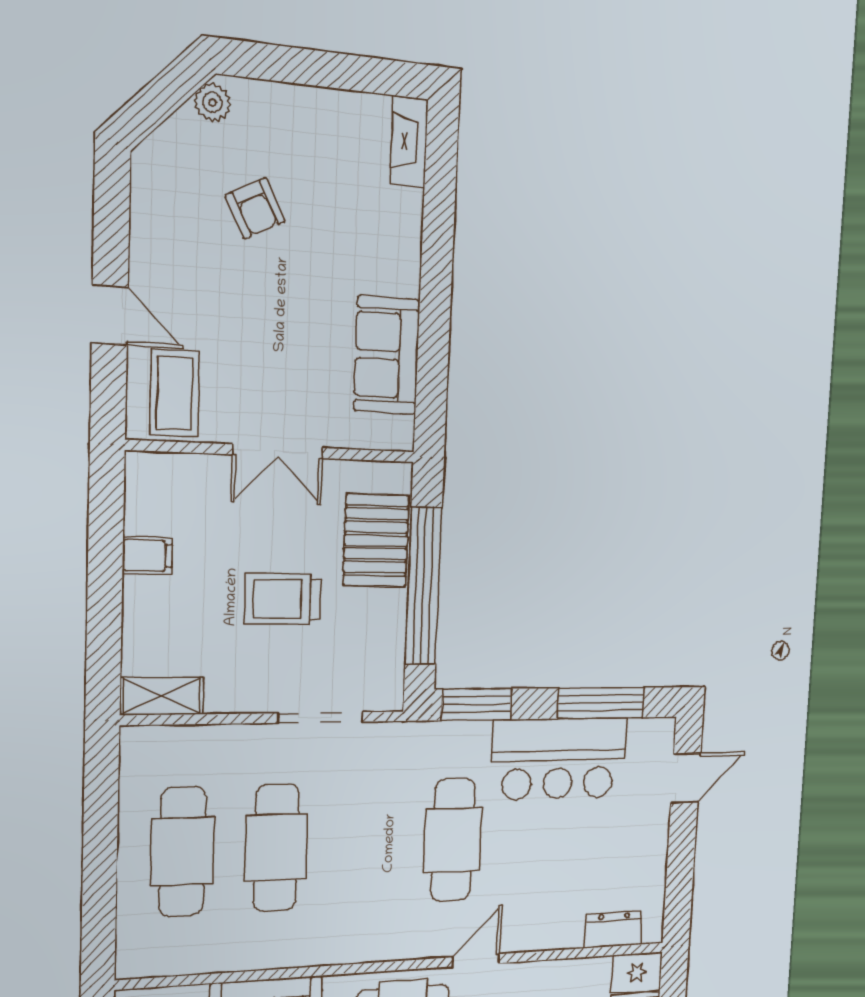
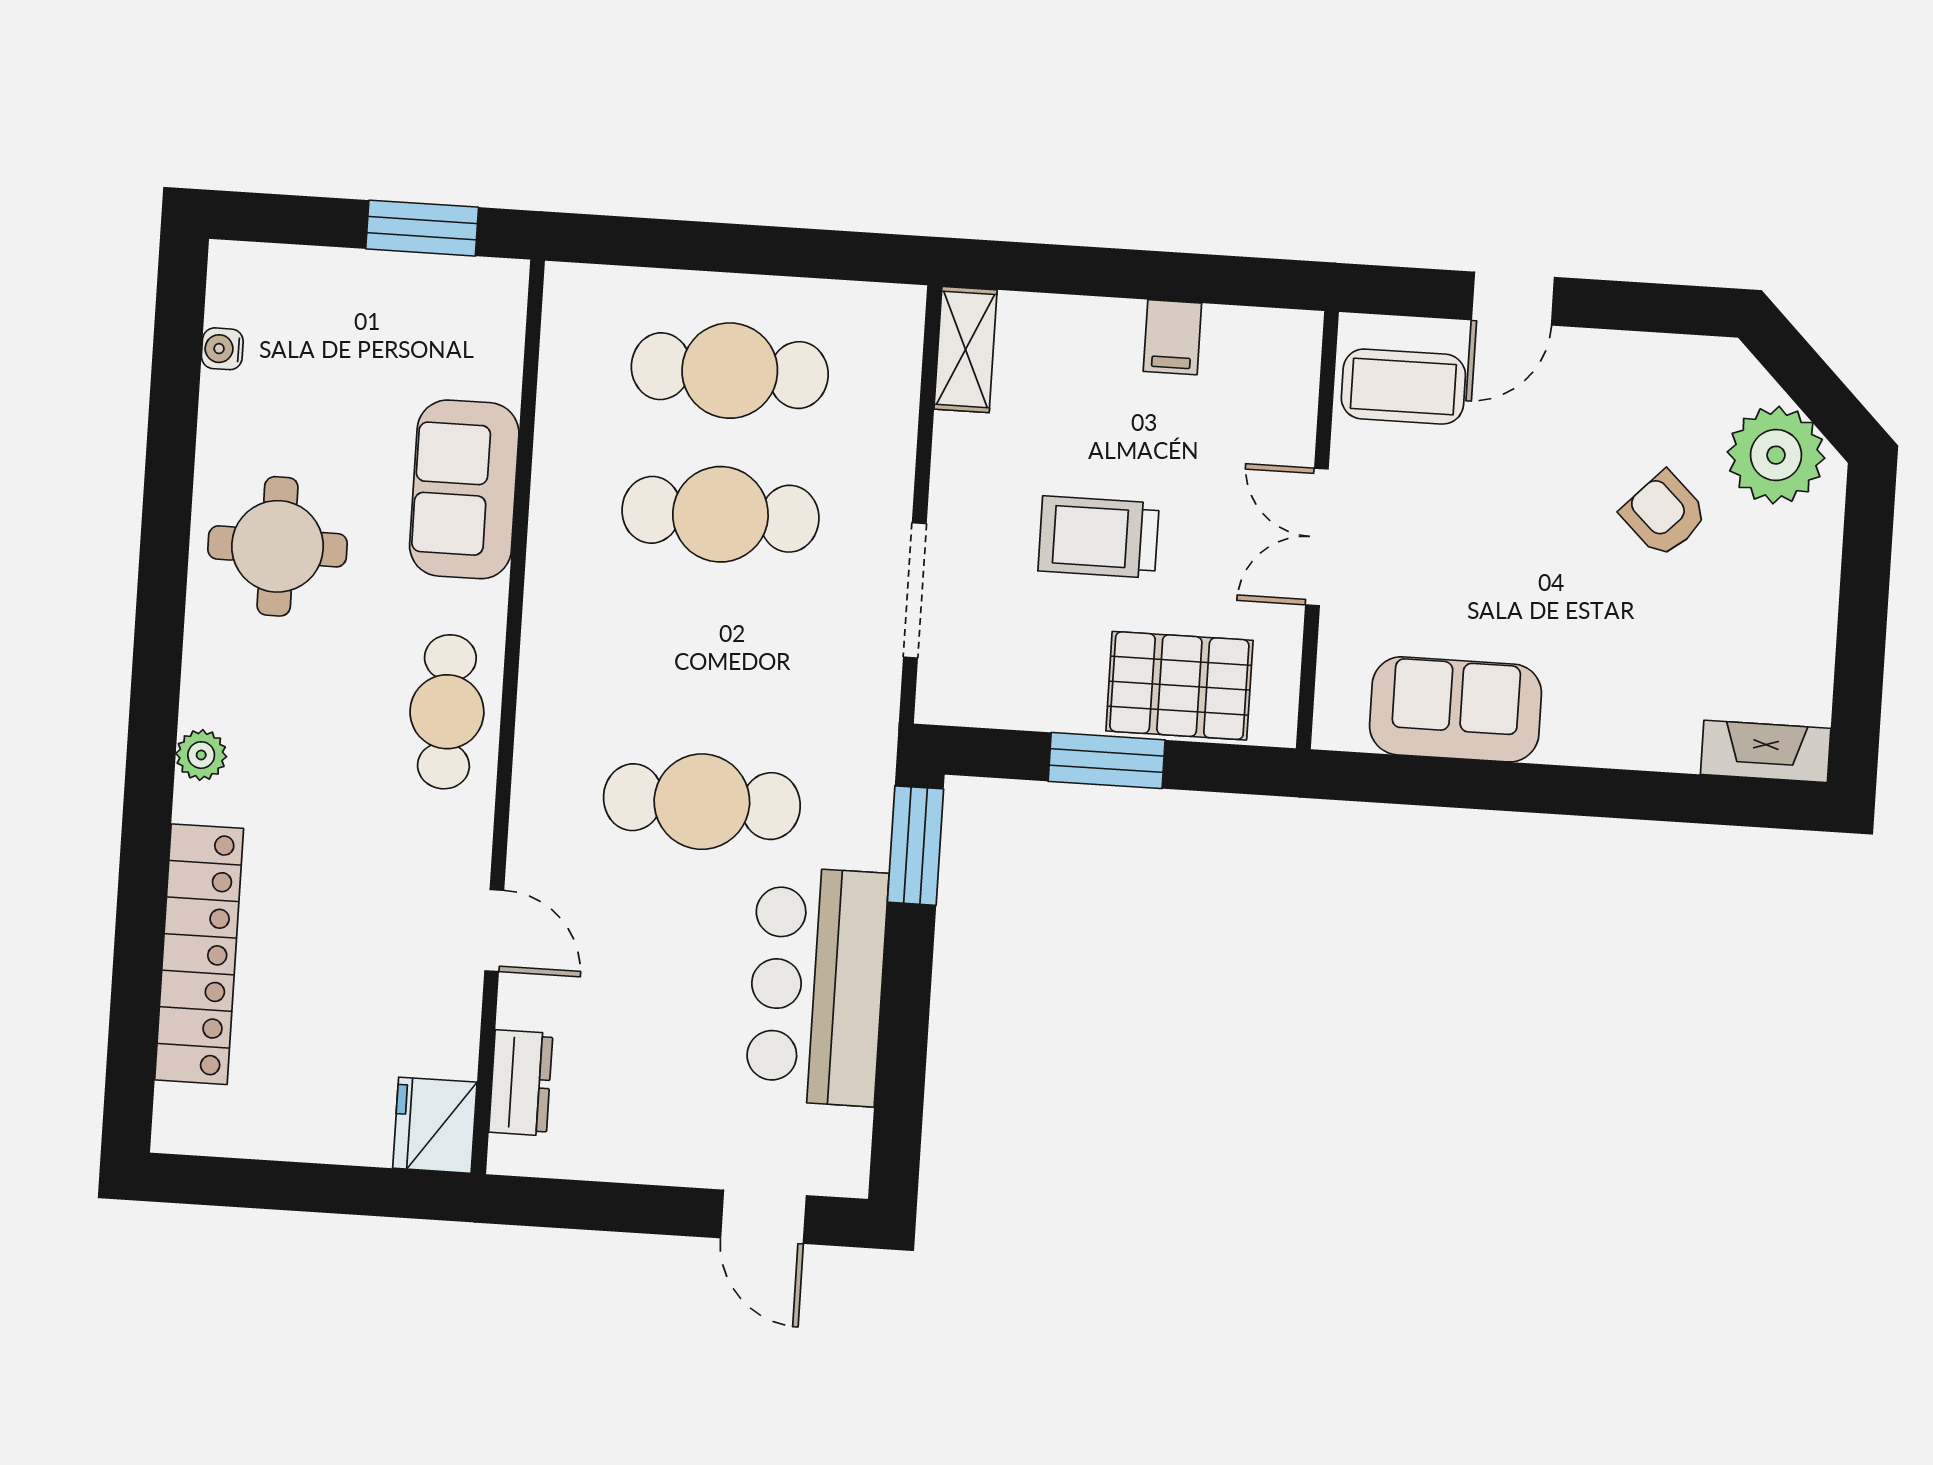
plant: (212, 102) -> (1776, 455), width x1.88, depth x1.88
armchair: (255, 208) -> (1664, 514), turned 71
window: (423, 586) -> (1107, 761), width x0.47
trolley: (283, 599) -> (1099, 537), turned -90
window: (601, 703) -> (902, 1061), removed
door: (476, 960) -> (494, 931), moved

